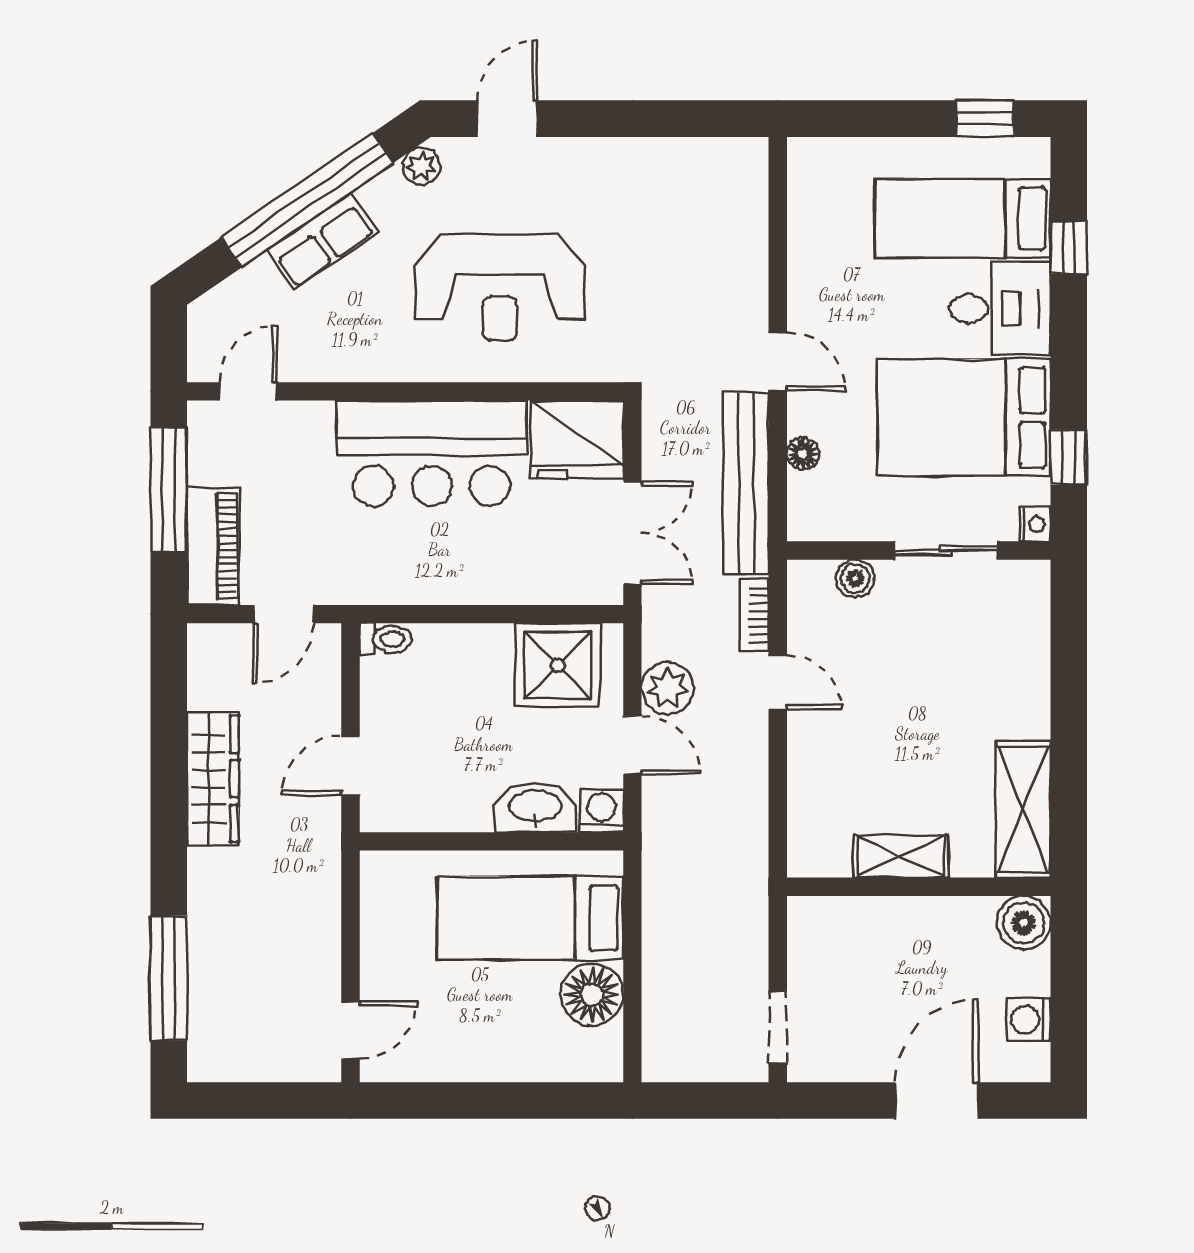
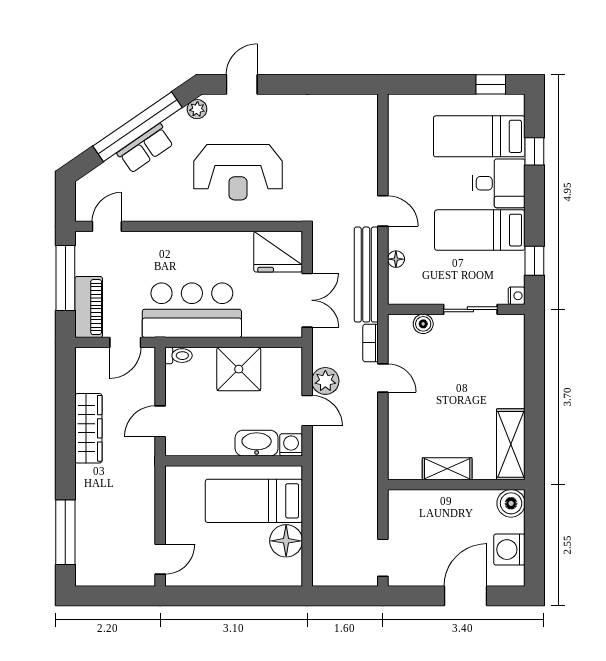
bed: (964, 418) -> (480, 230), width x0.67
bar counter: (432, 453) -> (192, 310), moved, turned 180
shower: (558, 665) -> (239, 369), moved
washing machine: (1029, 1020) -> (509, 550), width x1.38, depth x1.38

